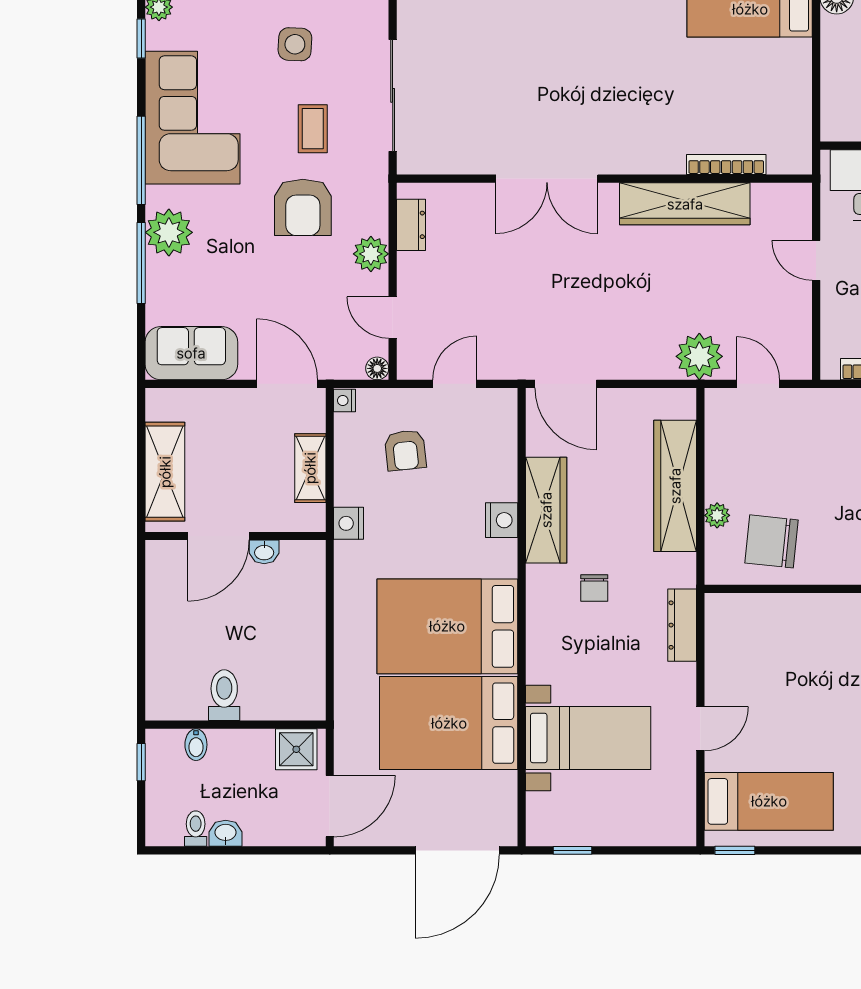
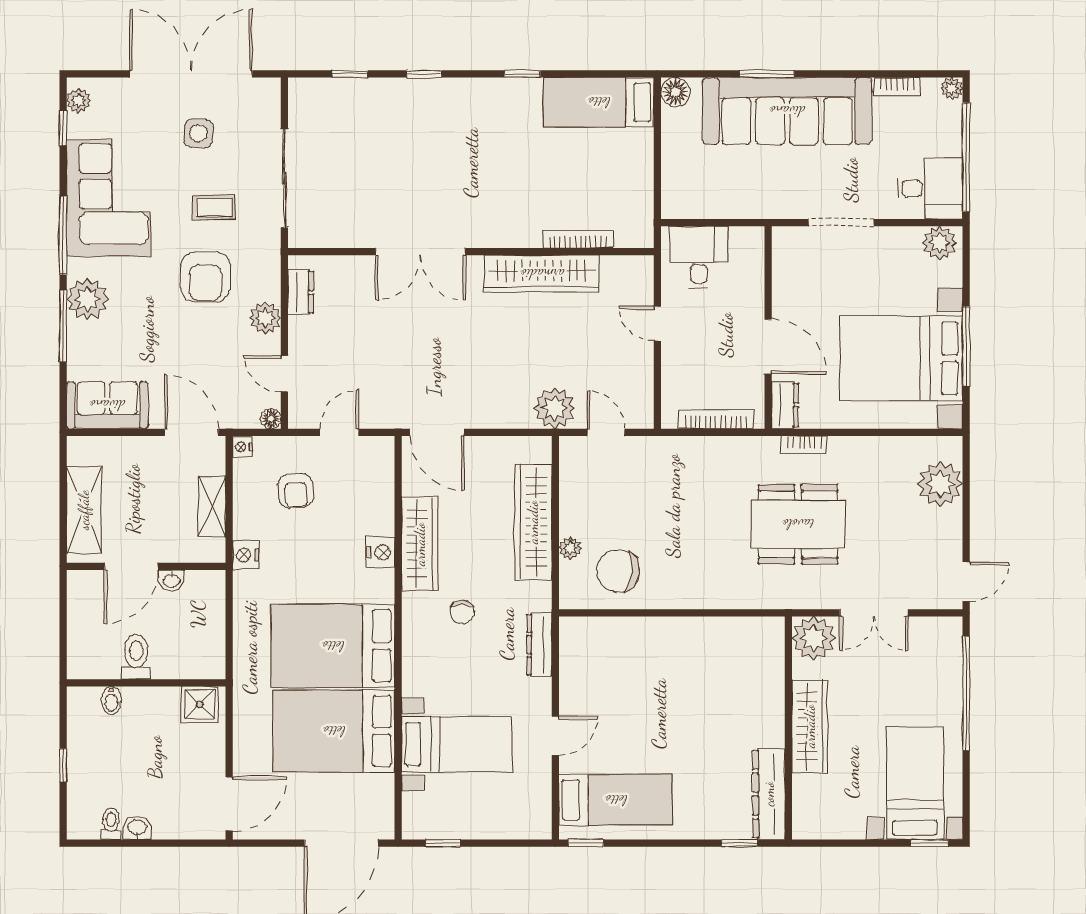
coffee table: (313, 129) -> (214, 208), turned 90
toilet: (224, 695) -> (136, 657), moved
wall: (235, 725) -> (146, 683), moved
bidet: (196, 745) -> (111, 700), moved
shower: (296, 749) -> (200, 705), moved

